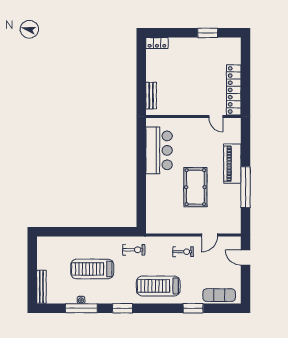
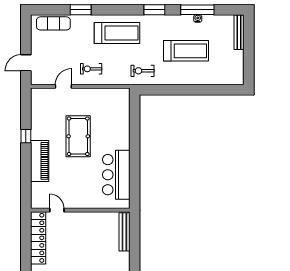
bench: (151, 96) -> (124, 232), width x1.36
window: (245, 187) -> (26, 136), width x0.32
door: (245, 258) -> (26, 63), swing flipped

